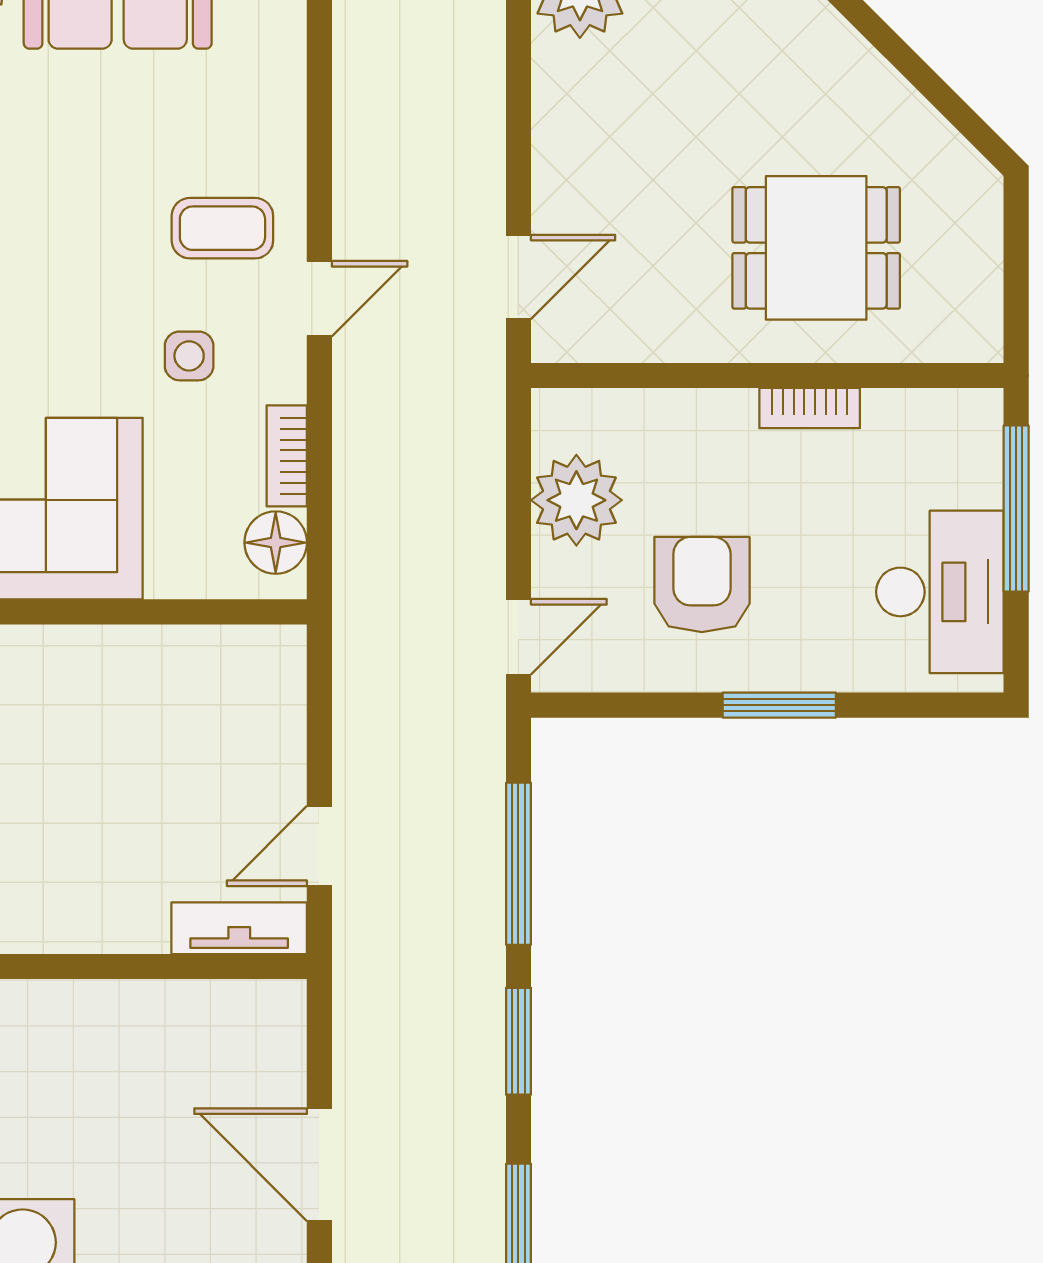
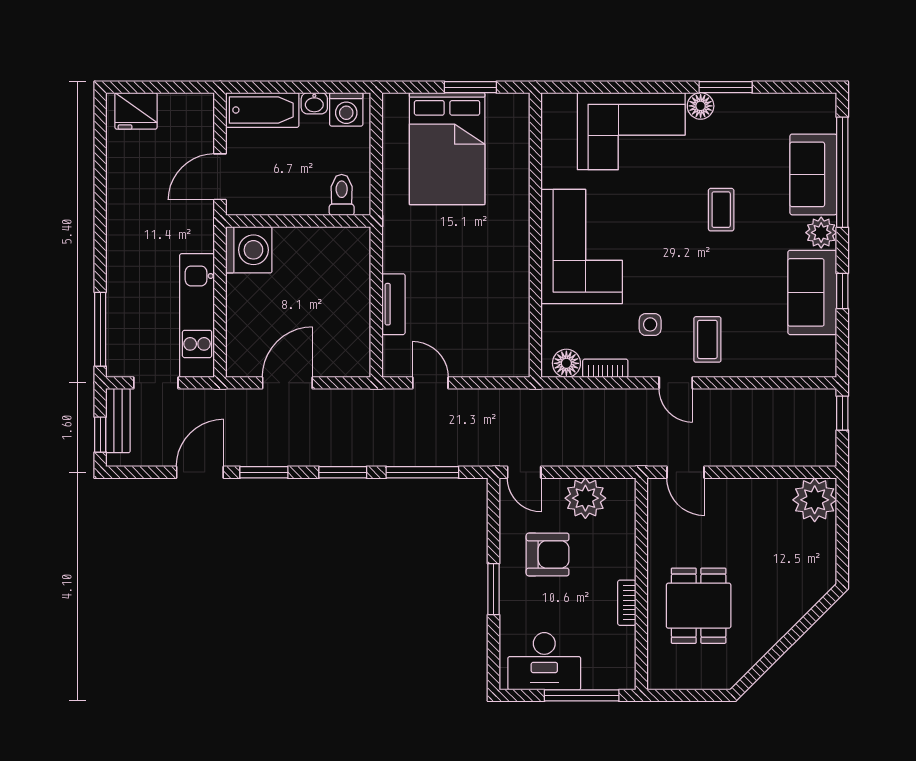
tv unit: (239, 928) -> (393, 304), moved

